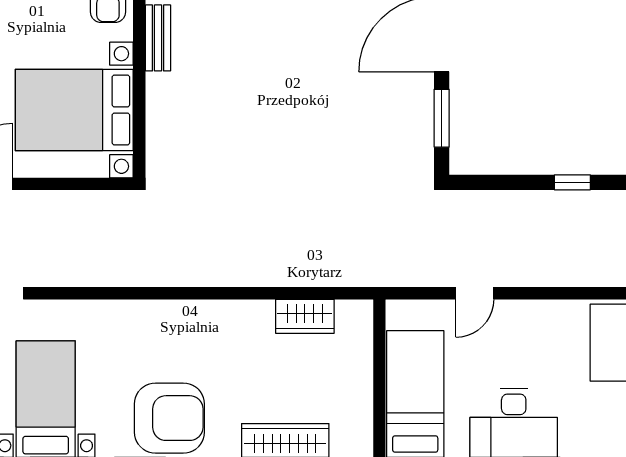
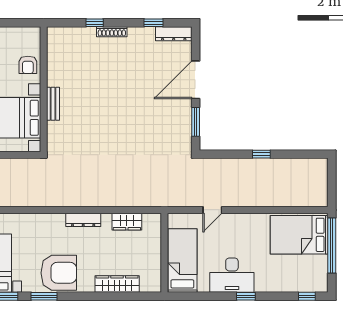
bench: (158, 38) -> (53, 104), moved
dresser: (218, 313) -> (83, 220), added

